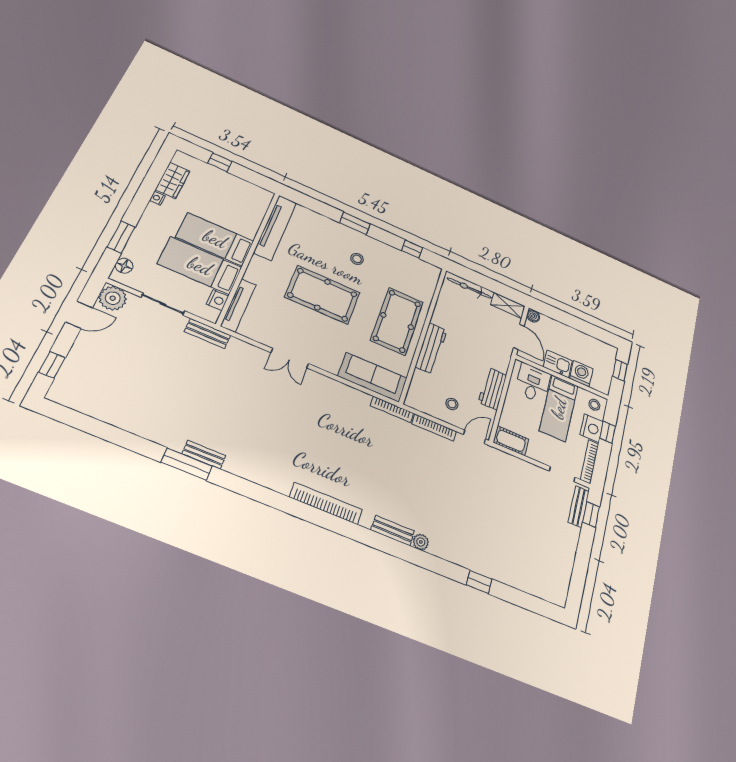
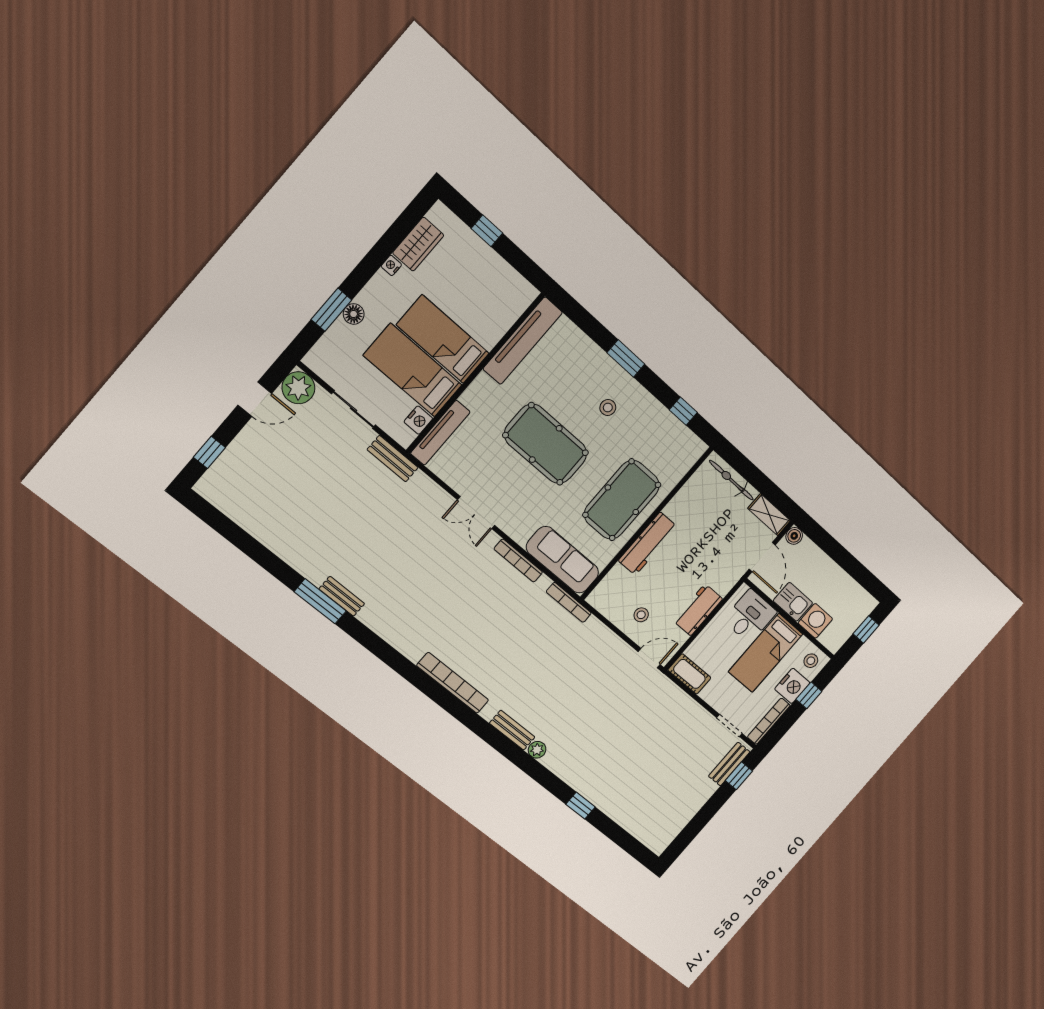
floor lamp: (124, 266) -> (354, 314), moved
bookcase: (434, 427) -> (518, 561), moved

